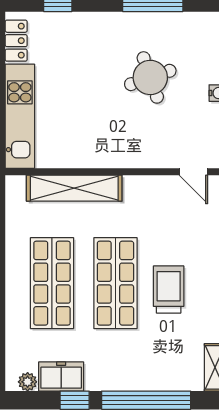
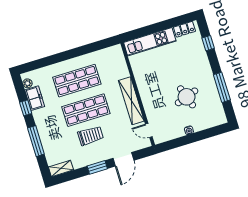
door: (193, 172) -> (149, 130), hinge flipped
shelving: (74, 188) -> (131, 101), moved
window: (146, 400) -> (36, 141), width x0.68

